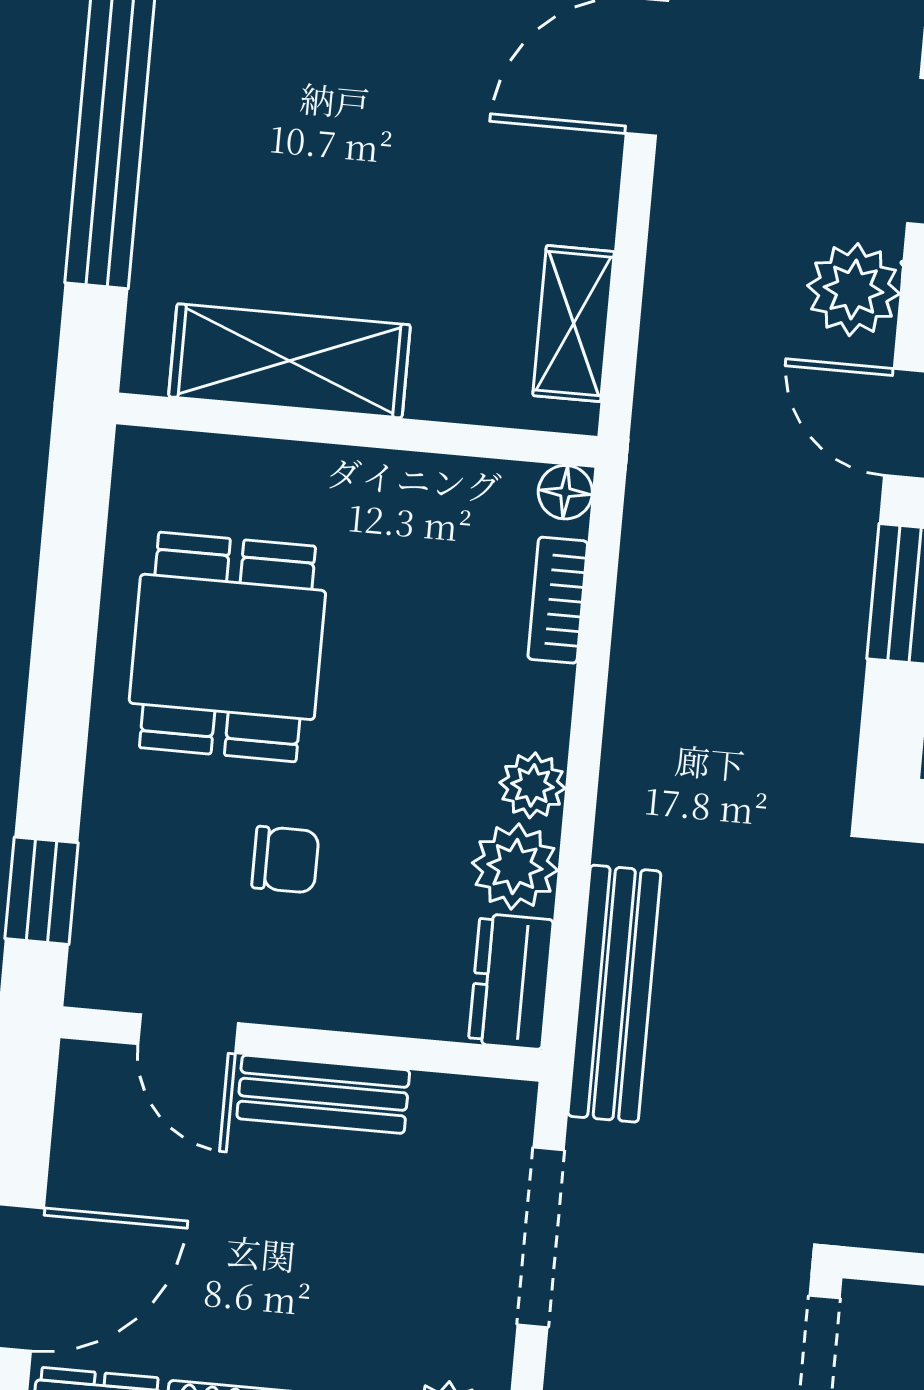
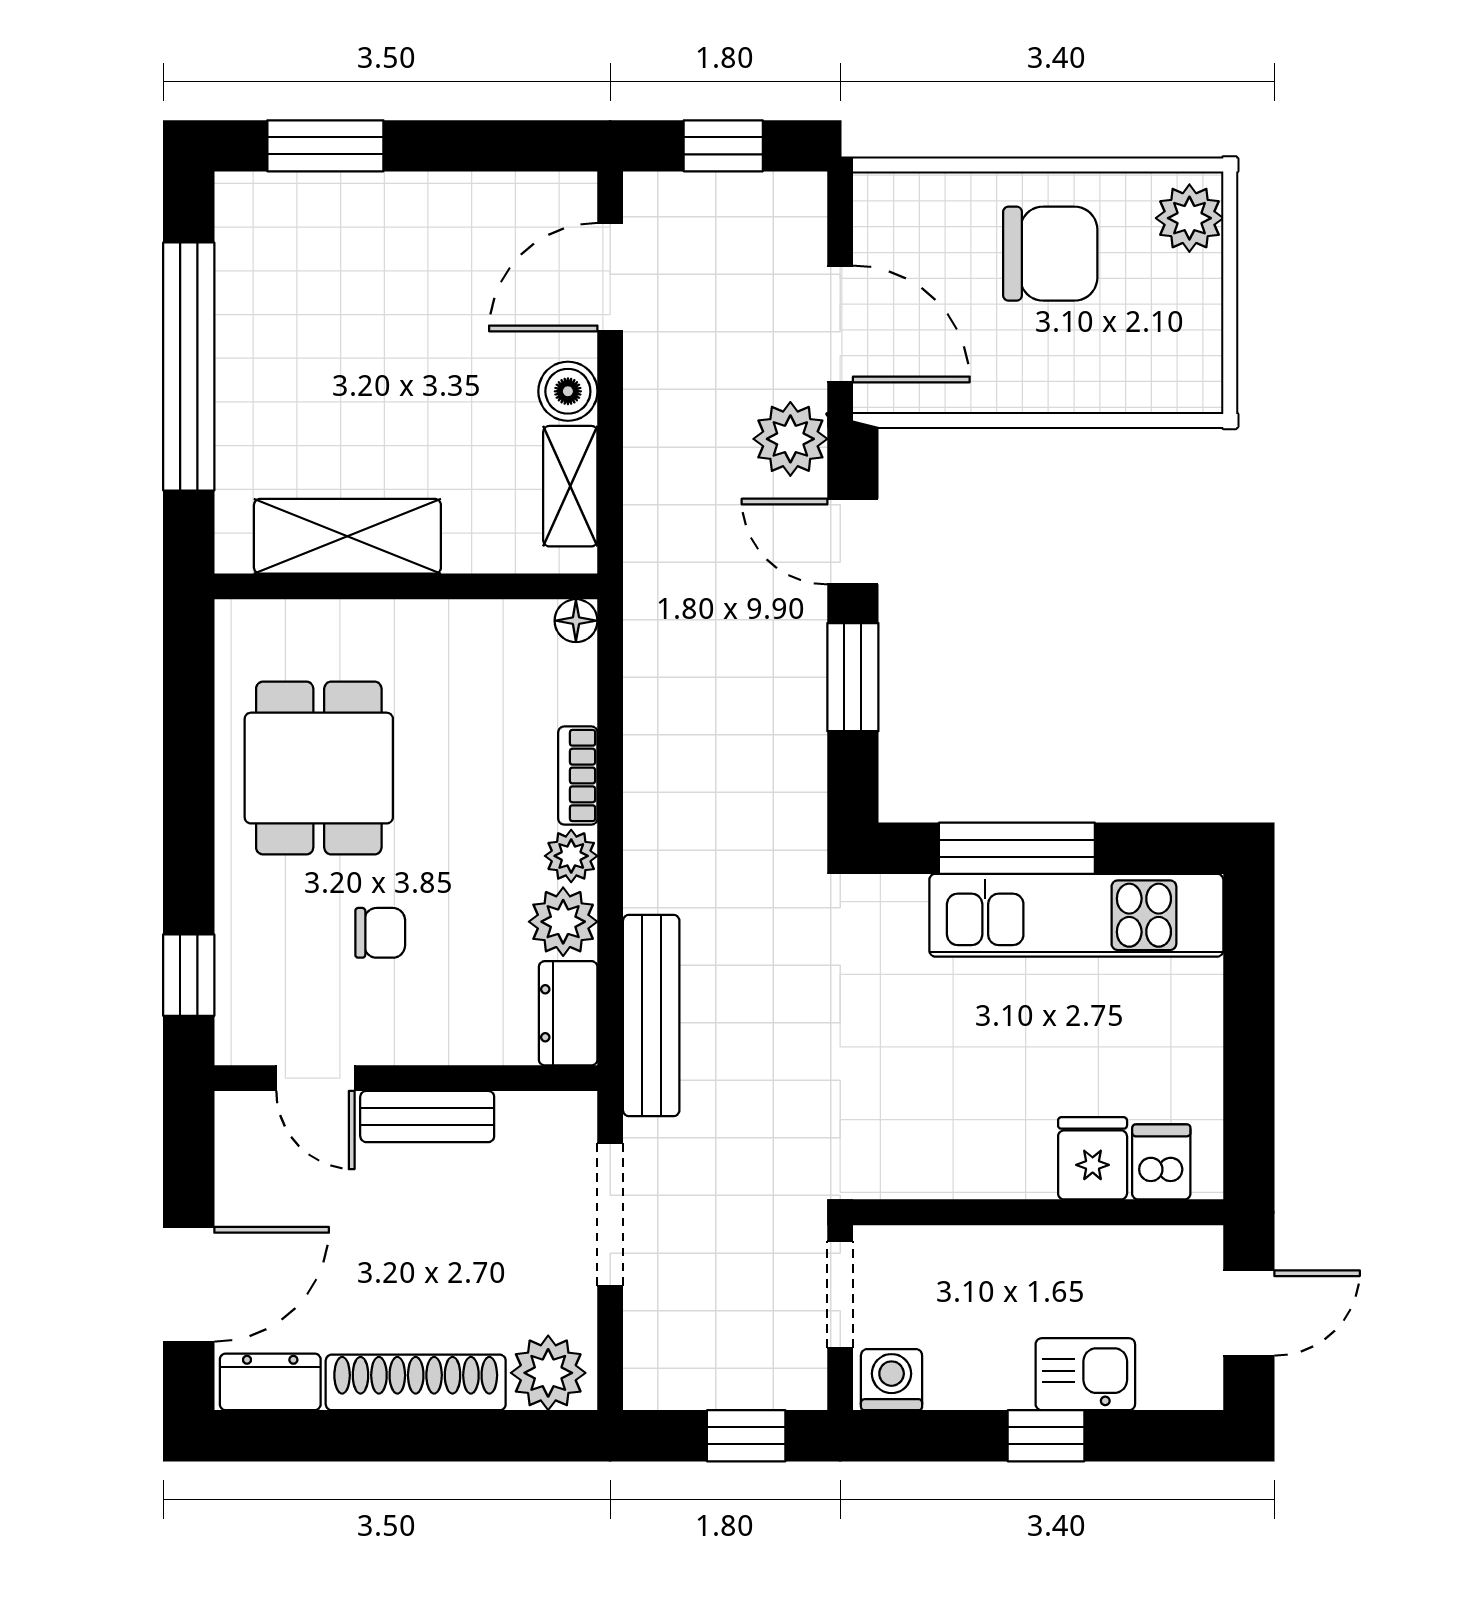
boiler: (581, 205) -> (568, 391), added
bookcase: (558, 600) -> (578, 776), moved

